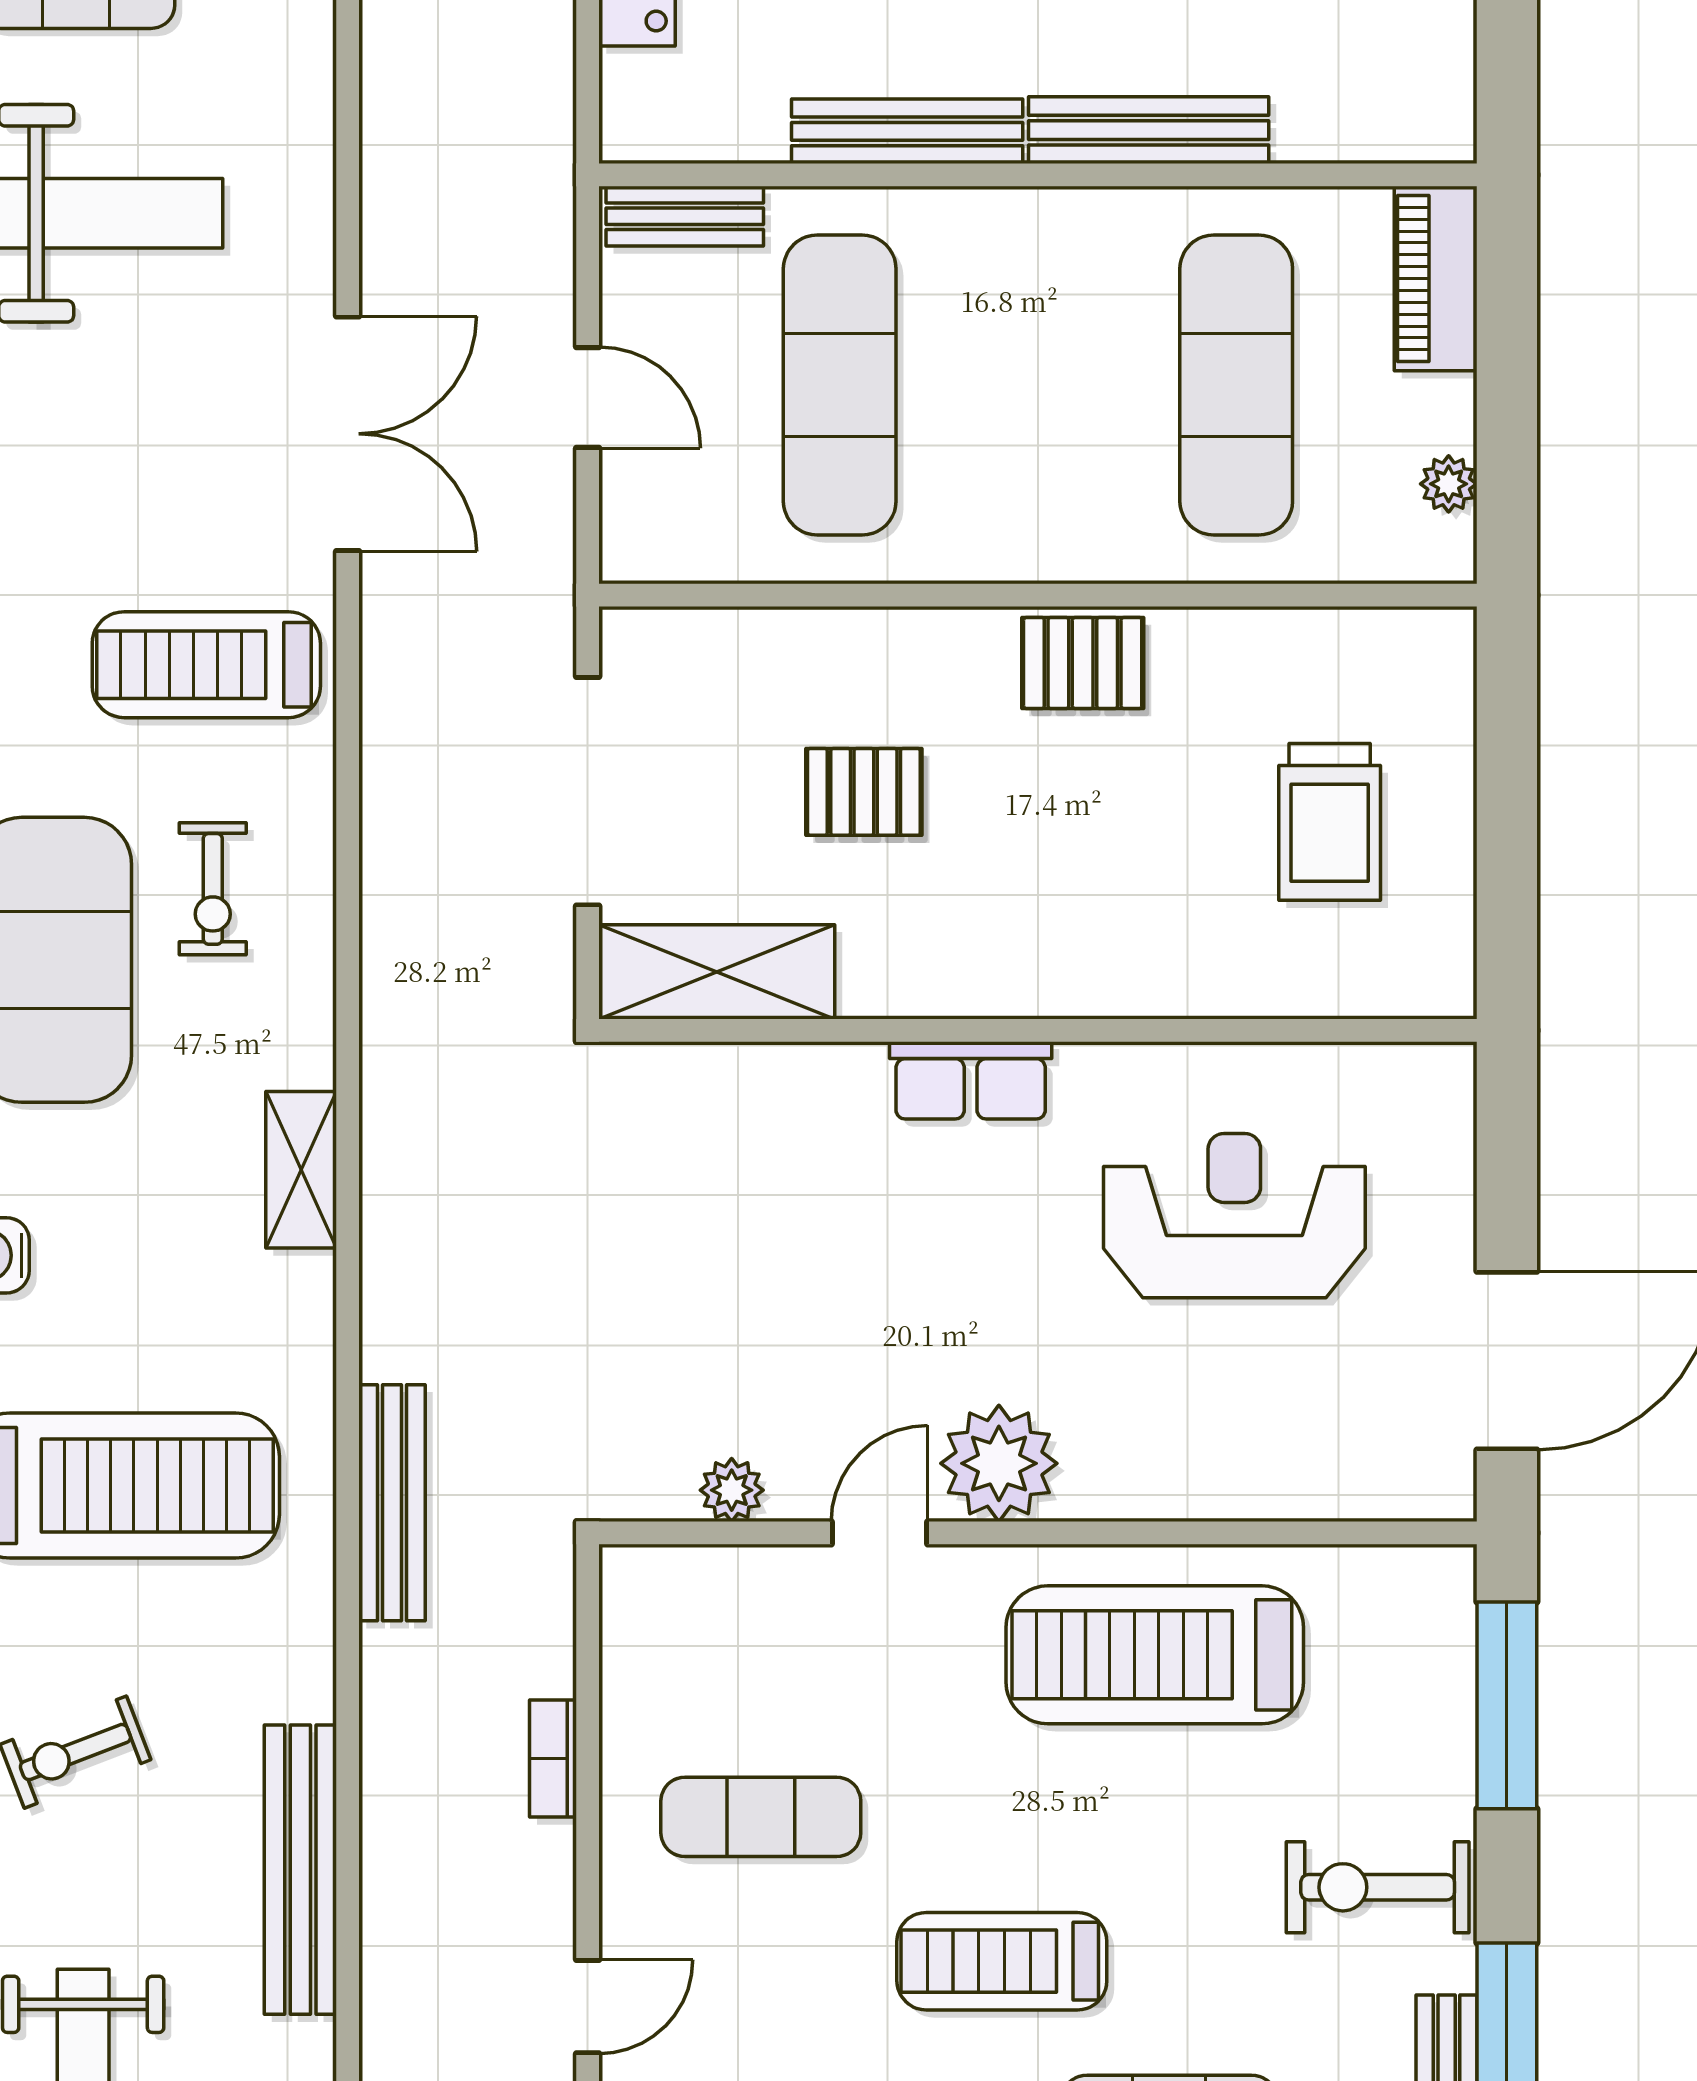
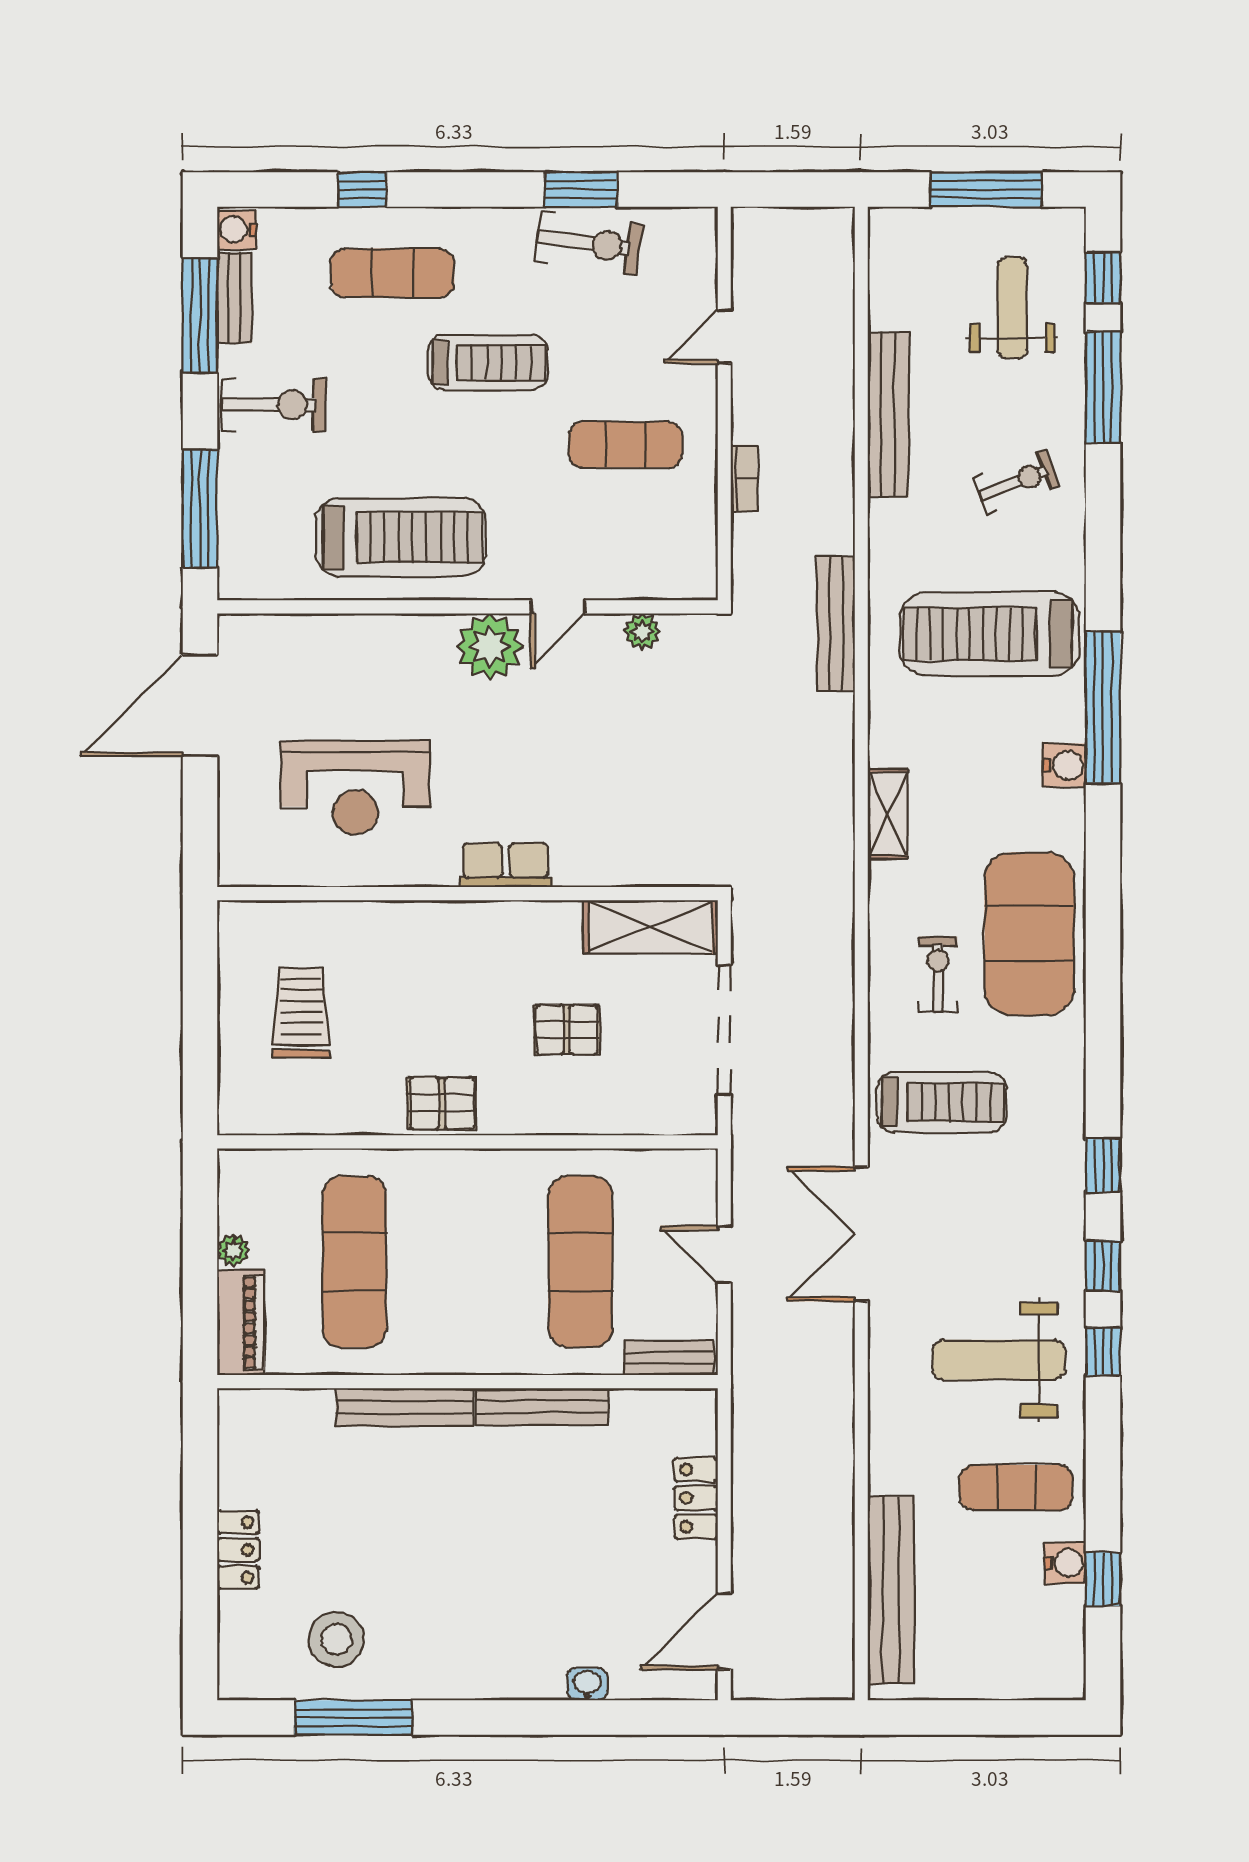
plant: (1449, 484) -> (233, 1250), moved

